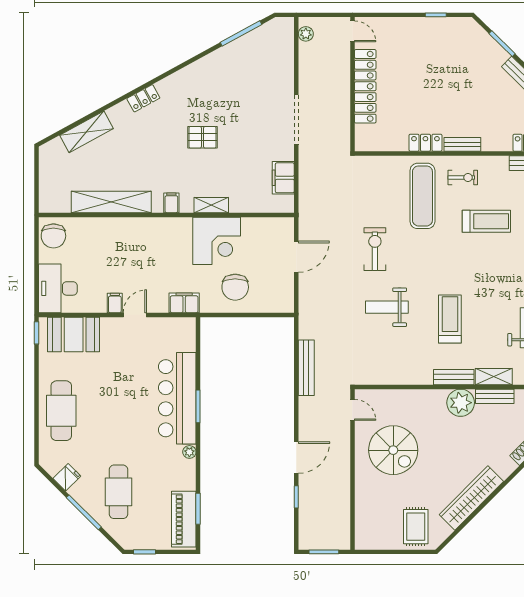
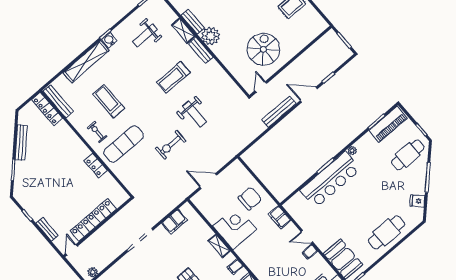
bench: (462, 144) -> (47, 229), moved
bench: (306, 368) -> (279, 112), moved
cafe table: (118, 492) -> (408, 155), moved

